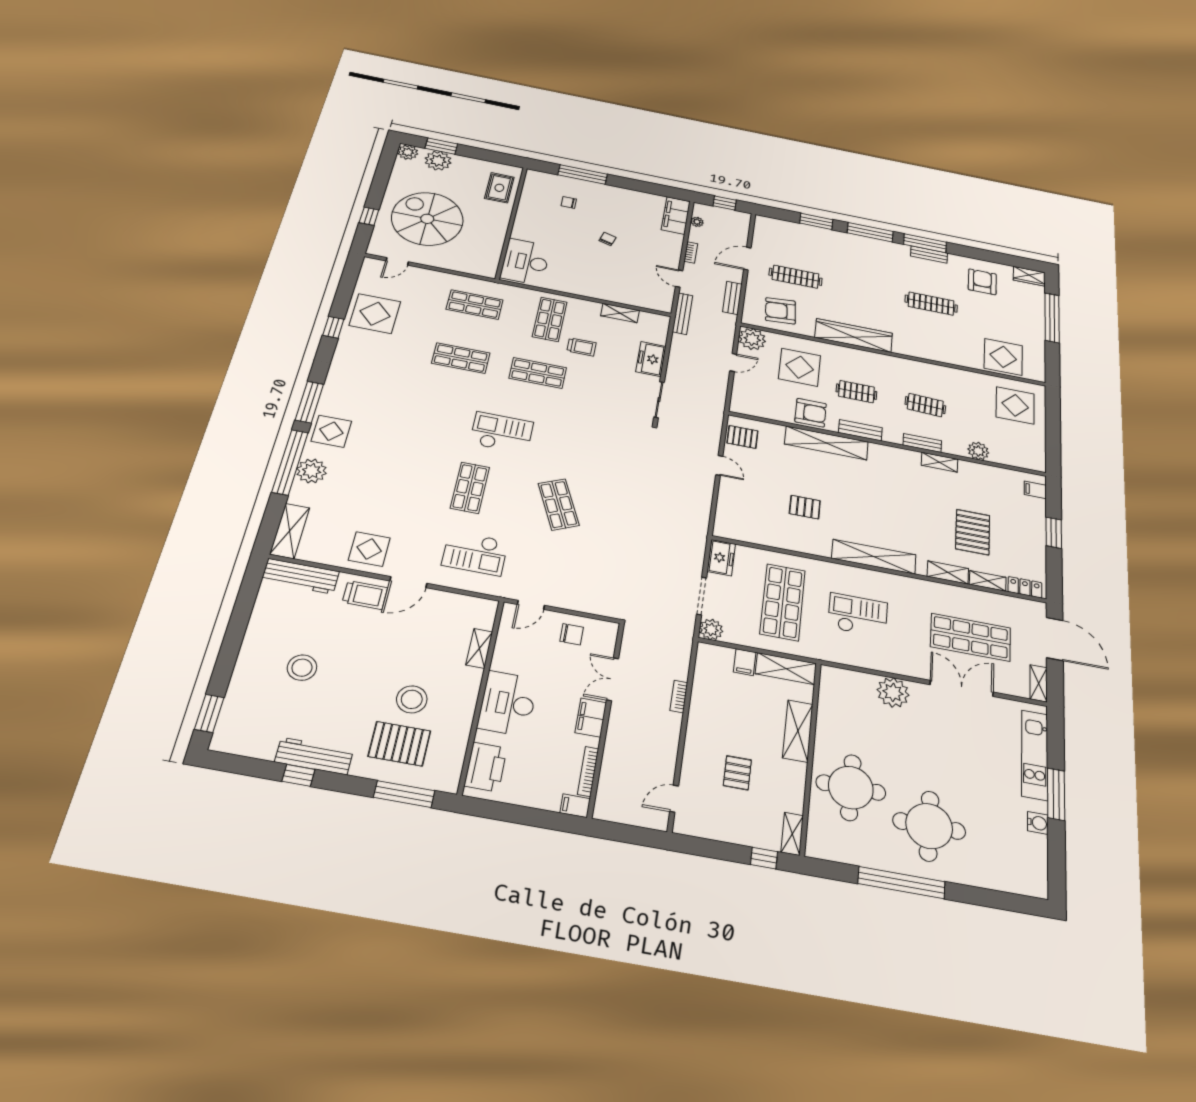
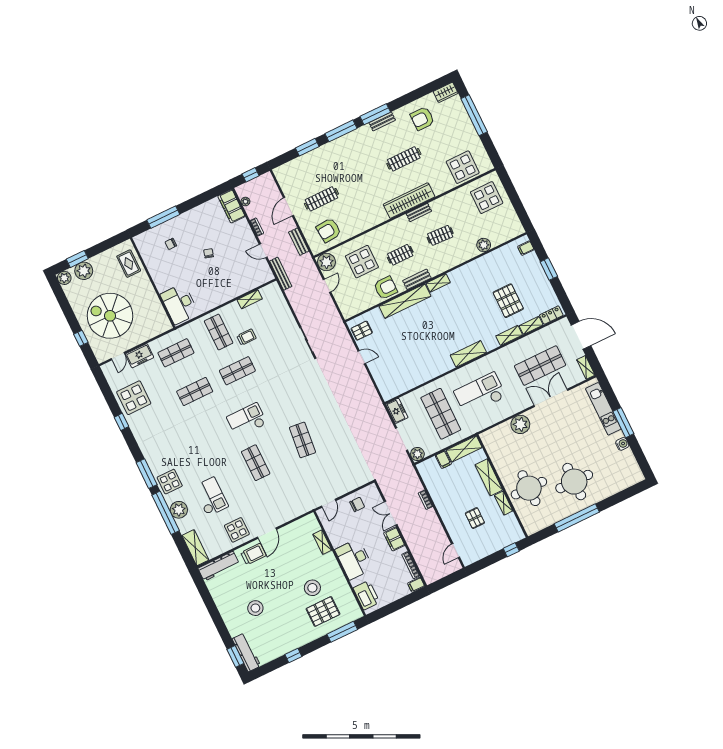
armchair: (982, 282) -> (422, 119), turned -90
wardrobe: (854, 335) -> (409, 201), moved
freezer: (651, 359) -> (139, 356), moved, turned -90
bench: (922, 443) -> (419, 213), moved
shelving: (939, 462) -> (438, 283), moved
shop shelf: (559, 504) -> (302, 440), turned 30
pallet: (805, 507) -> (418, 350), removed
checkout: (475, 553) -> (211, 497), moved, turned -90
shelving: (874, 557) -> (468, 354), width x0.68
checkout: (858, 615) -> (480, 394), width x1.36, depth x1.21
workbench: (314, 756) -> (246, 652), moved, turned 90
shelving: (792, 834) -> (504, 503), moved

